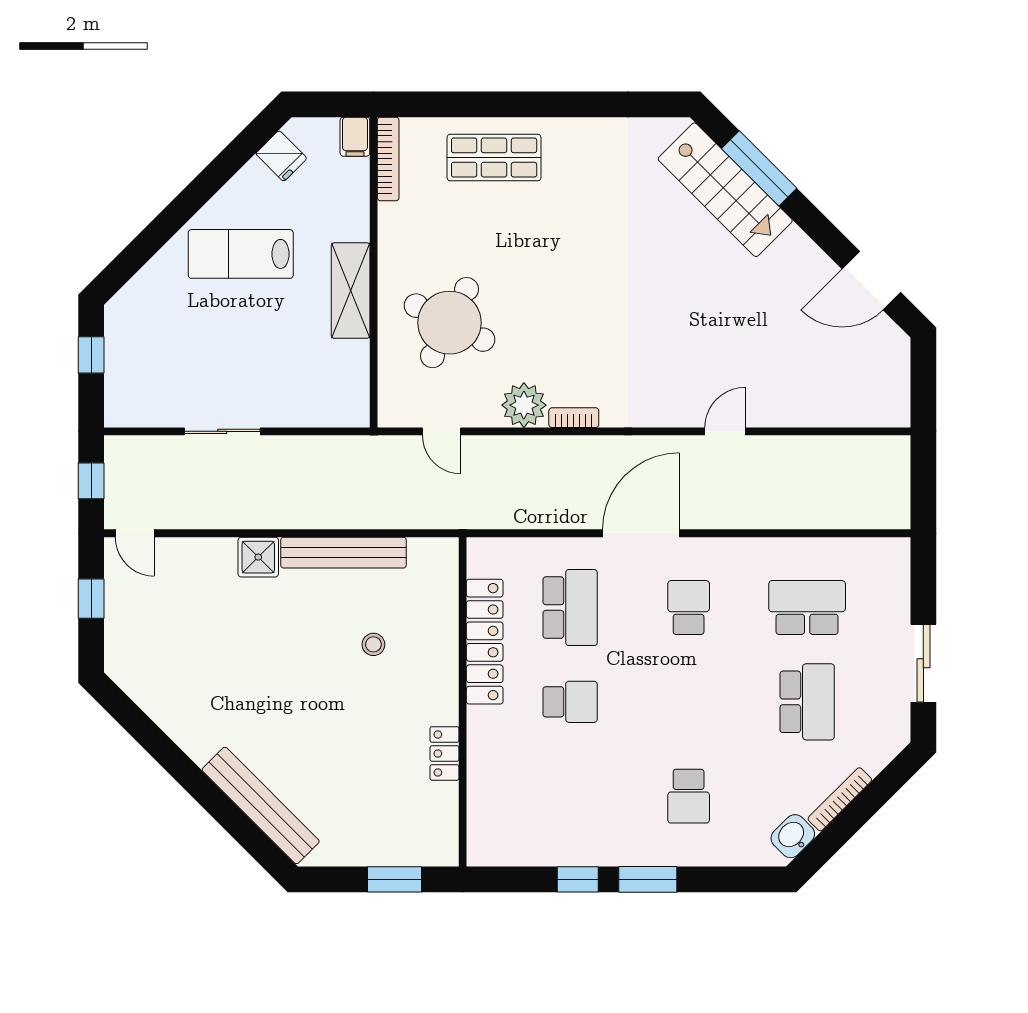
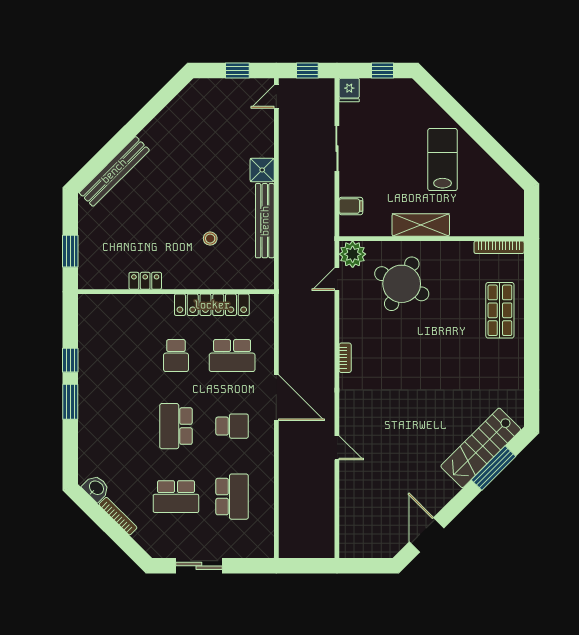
filing cabinet: (355, 137) -> (351, 206), moved, turned 180
fridge: (281, 156) -> (349, 90), moved, turned -45
plant: (524, 405) -> (353, 254), moved
school desk: (689, 796) -> (176, 426), moved, width x1.85

